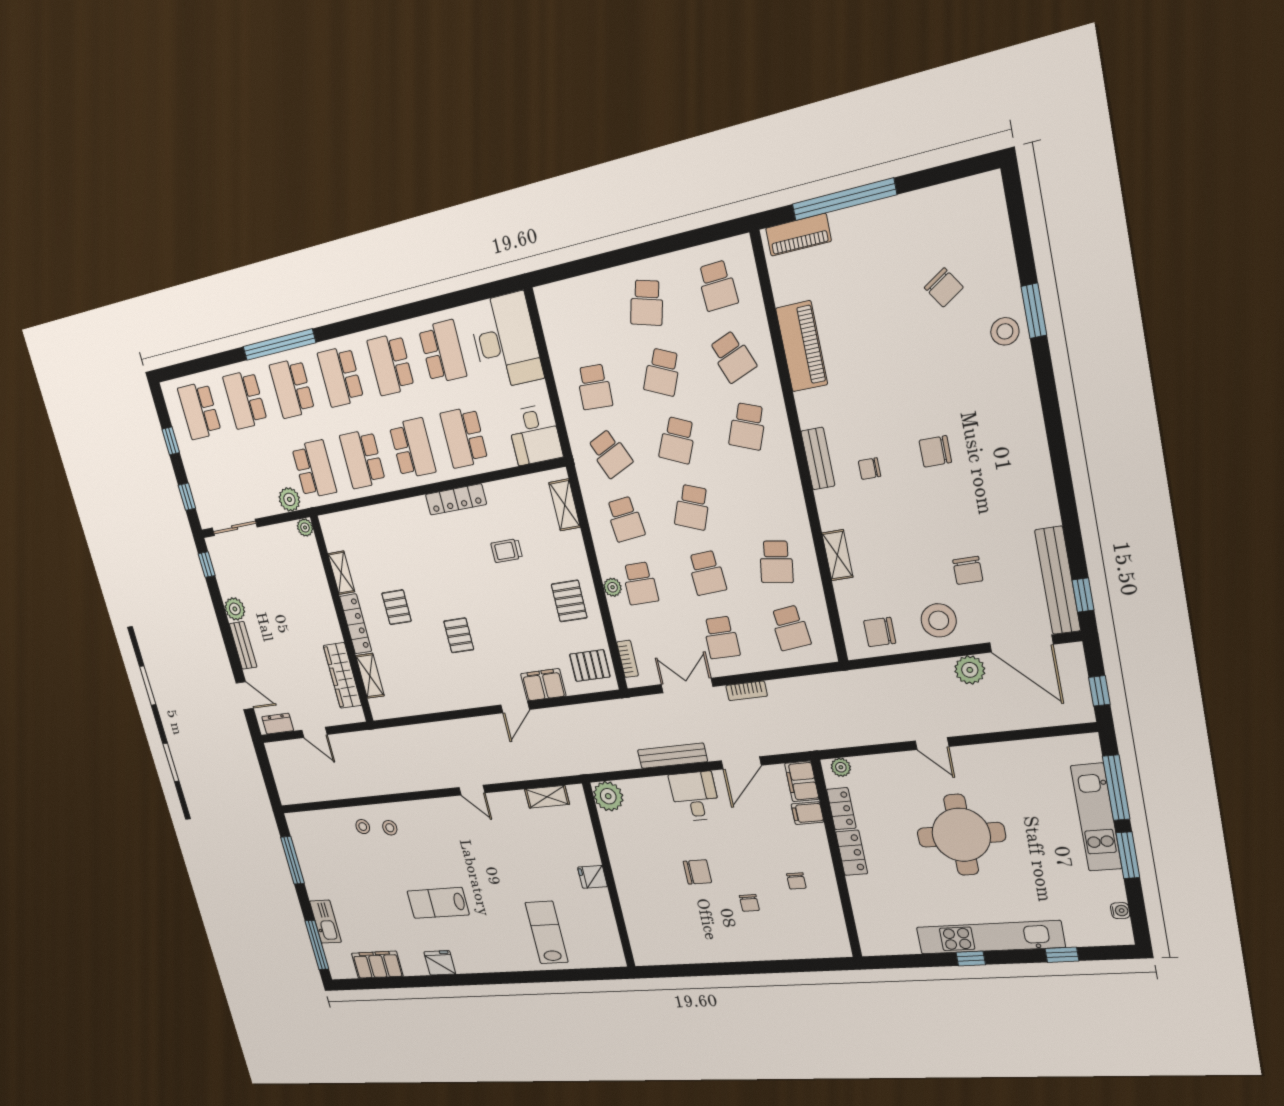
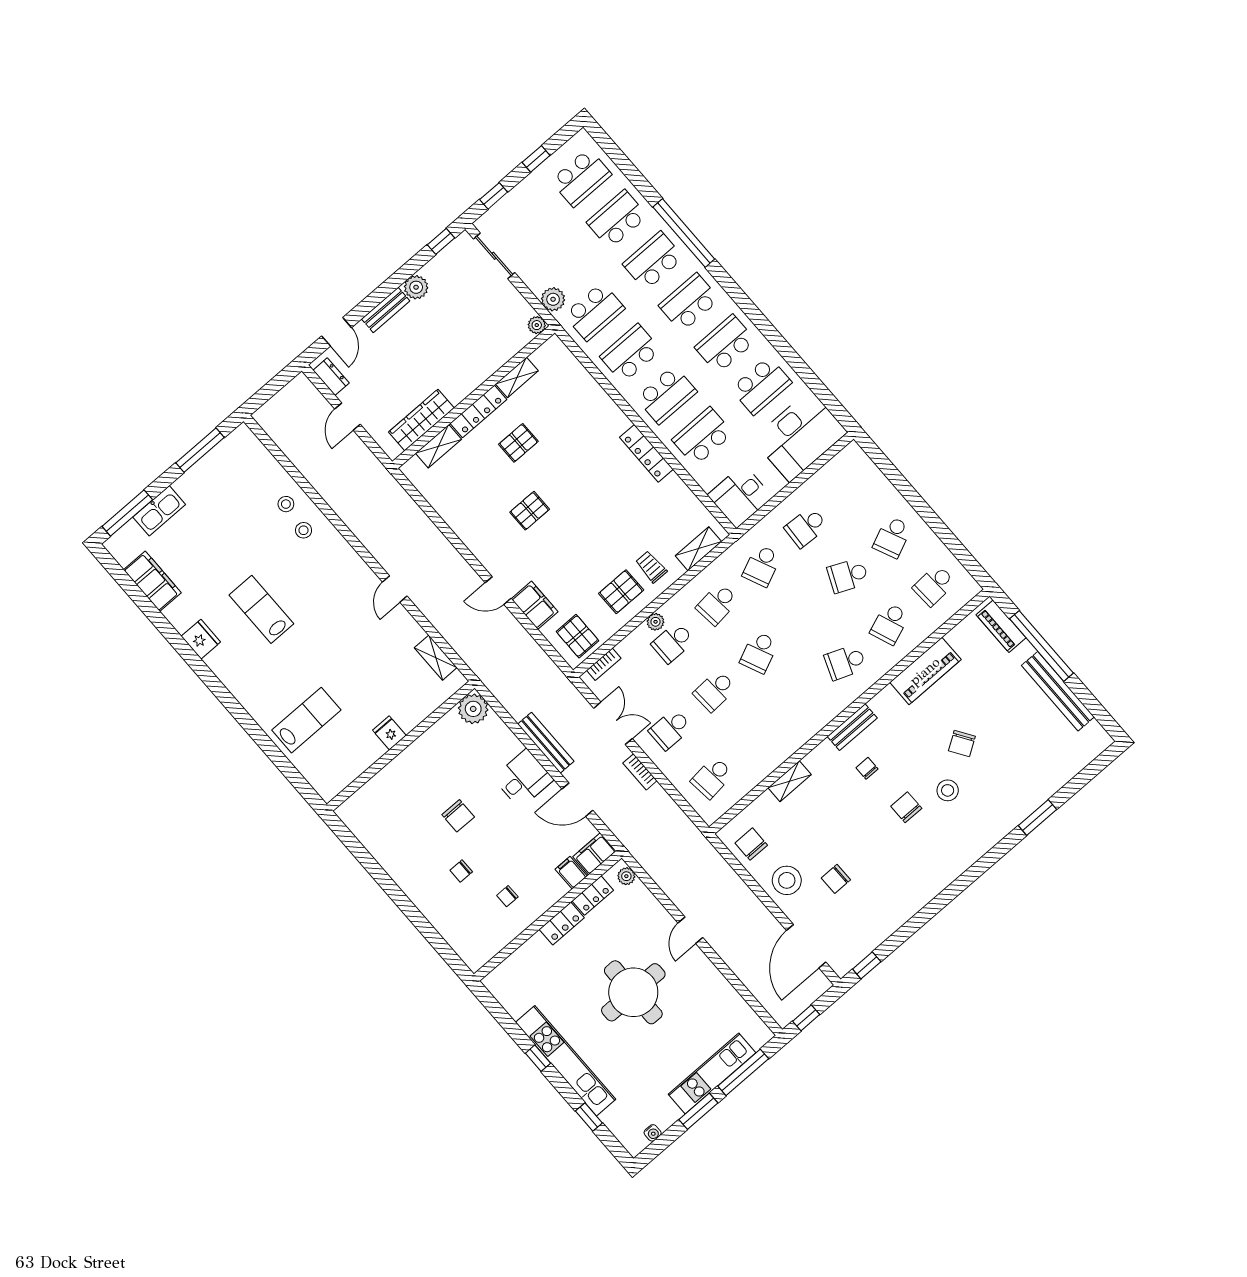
chair: (944, 287) -> (962, 743), moved
school desk: (647, 303) -> (892, 537), turned -39
stool: (1005, 331) -> (948, 790), moved
school desk: (199, 411) -> (581, 178), turned 180
school desk: (677, 440) -> (803, 614), removed
school desk: (692, 507) -> (759, 652), turned -45
trolley: (507, 551) -> (651, 567), moved
school desk: (776, 562) -> (756, 739), removed
bench: (1058, 581) -> (1058, 691), moved, turned 90
plant: (970, 670) -> (764, 923), removed

